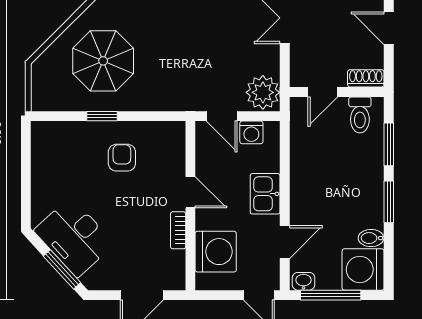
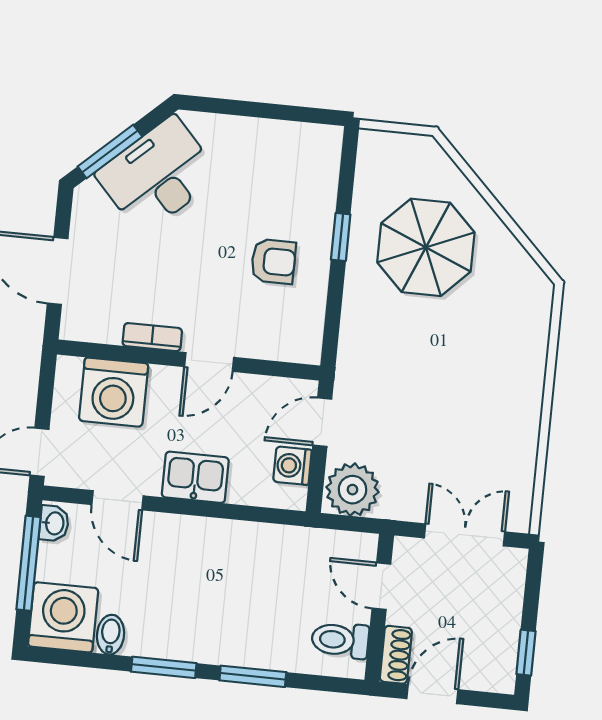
shoe rack: (366, 78) -> (396, 655), moved
door: (323, 92) -> (381, 586), moved
wall: (337, 92) -> (379, 608), moved
toilet: (360, 115) -> (340, 640), moved

